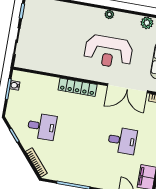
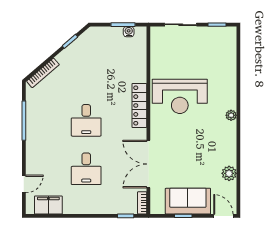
plant: (109, 14) -> (231, 115), moved
reception desk: (108, 52) -> (180, 96), moved, turned -90
desk: (42, 126) -> (86, 120), moved

